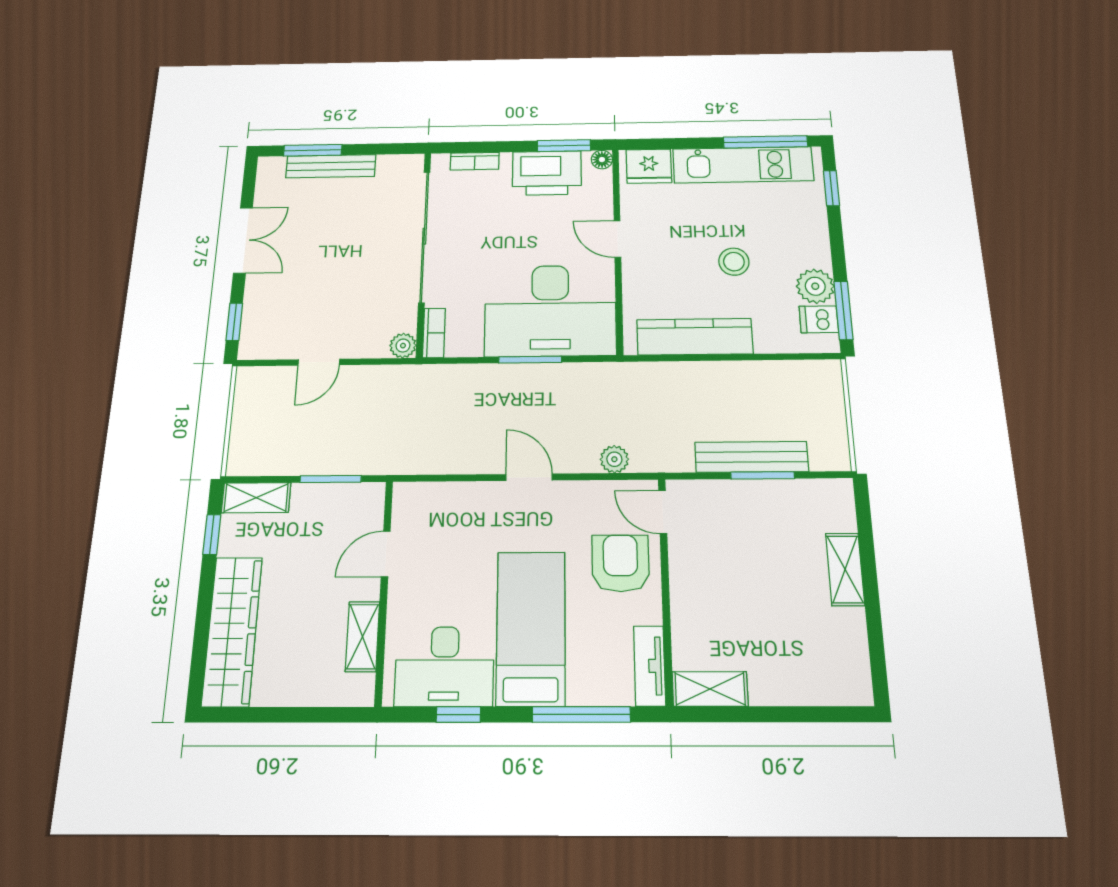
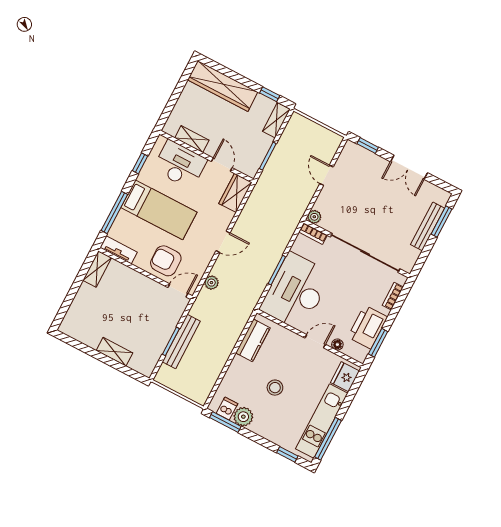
floor lamp: (602, 160) -> (337, 345), moved
kitchen counter: (695, 337) -> (253, 340), width x0.67
wardrobe: (427, 502) -> (235, 193), added
armchair: (620, 563) -> (166, 261), turned 180
desk: (444, 666) -> (180, 165), moved, turned 90

